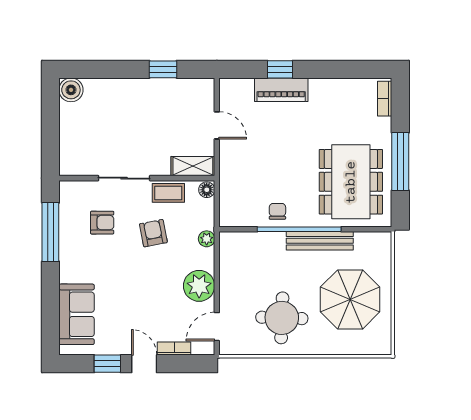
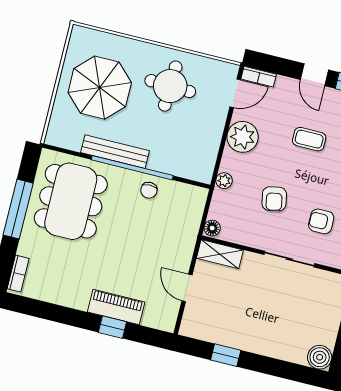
coffee table: (168, 193) -> (309, 139), moved
bookcase: (174, 348) -> (259, 77), moved

